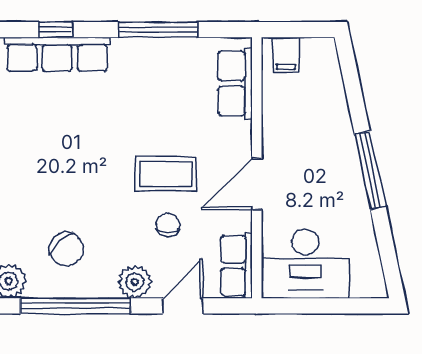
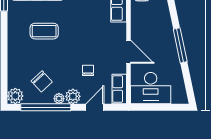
coffee table: (165, 174) -> (44, 31), moved
door: (257, 184) -> (128, 52), swing flipped
plant: (104, 287) -> (59, 99), added

